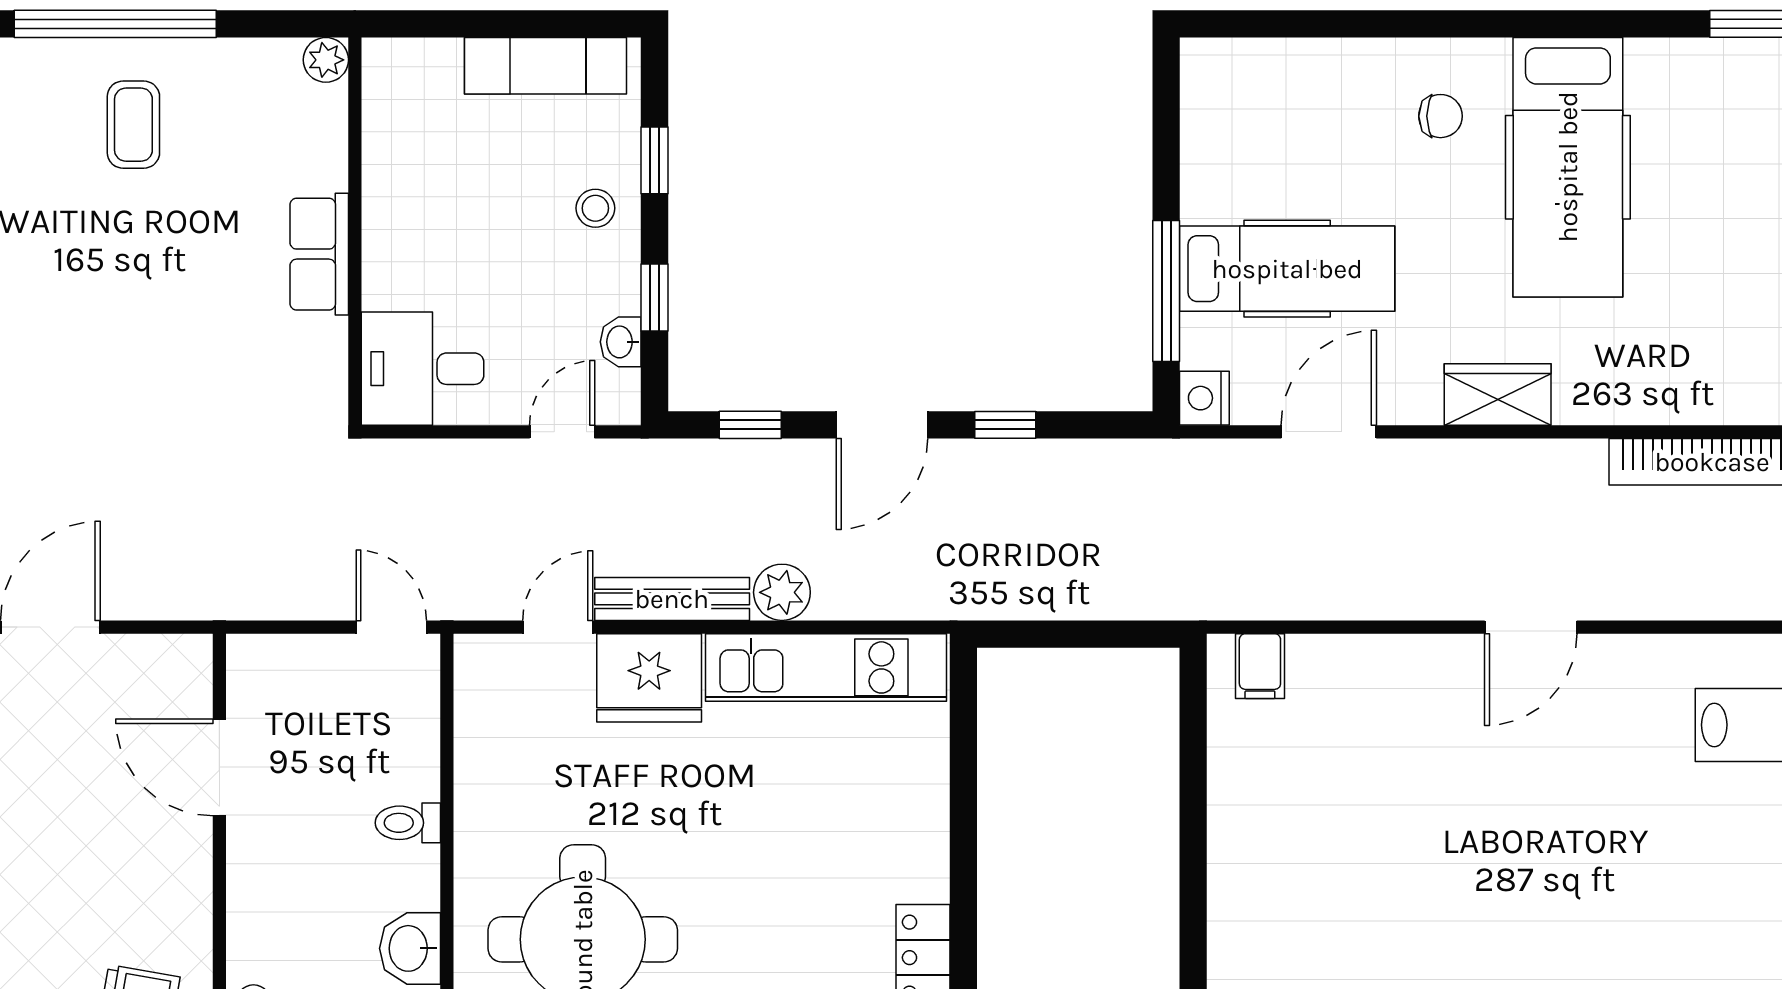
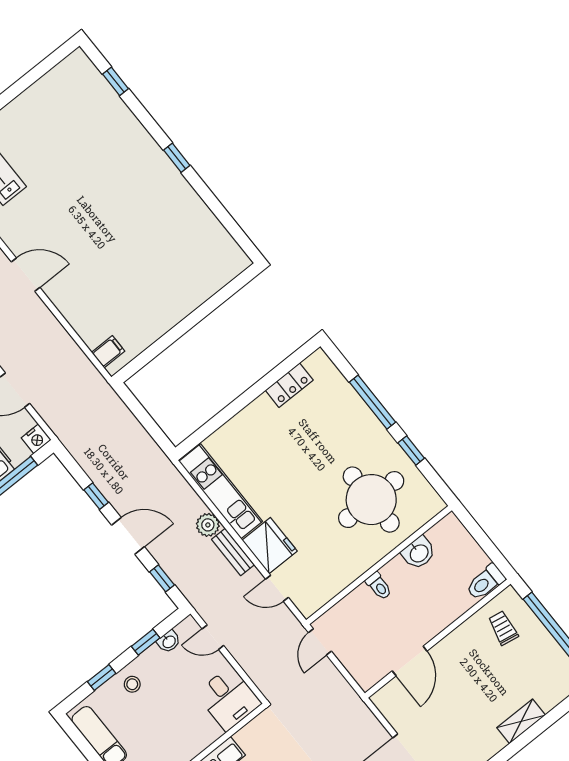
bench: (672, 599) -> (233, 552), width x0.73

